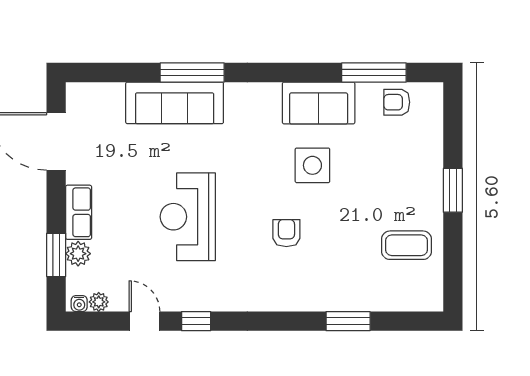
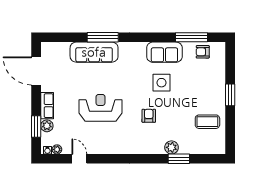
reception desk: (188, 217) -> (100, 108), turned 90
plant: (333, 298) -> (172, 147), added
window: (196, 321) -> (105, 159), removed

